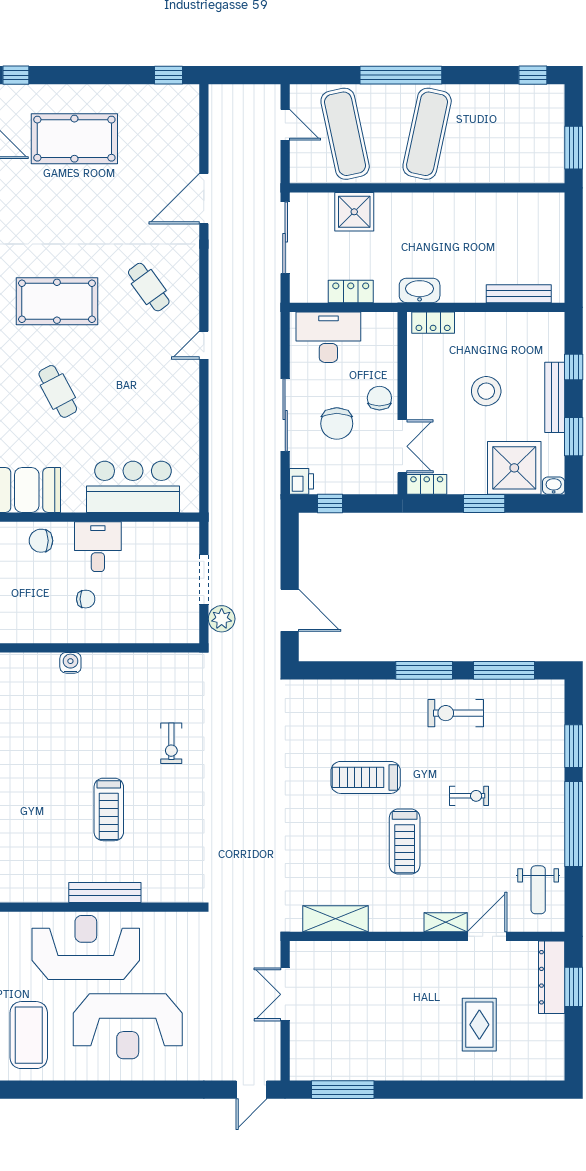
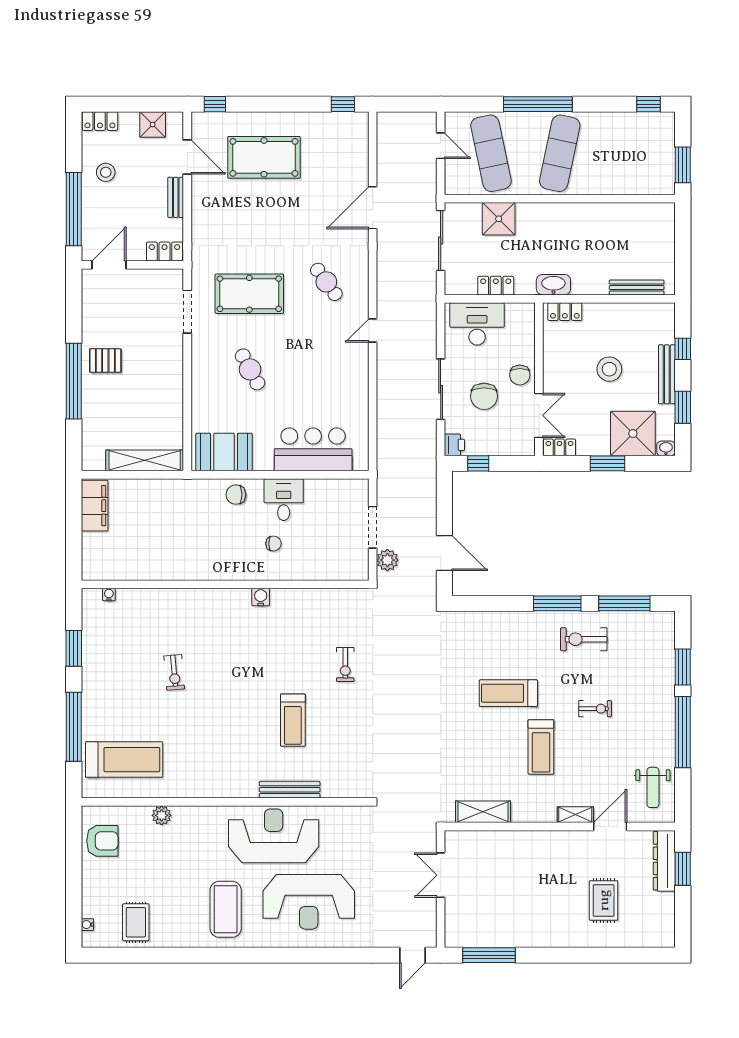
chair: (379, 398) -> (520, 375), turned 180

